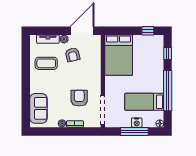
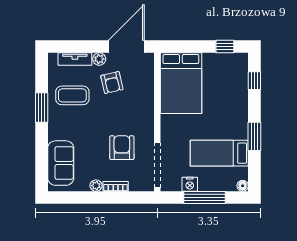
window: (26, 71) -> (42, 108), added
window: (168, 91) -> (254, 136), width x0.47
nightstand: (137, 123) -> (190, 184), moved

